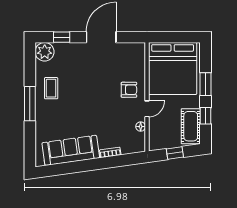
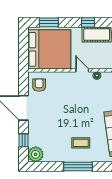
window: (205, 84) -> (49, 22), moved
coffee table: (51, 88) -> (81, 143), moved
armchair: (129, 90) -> (39, 85), moved

